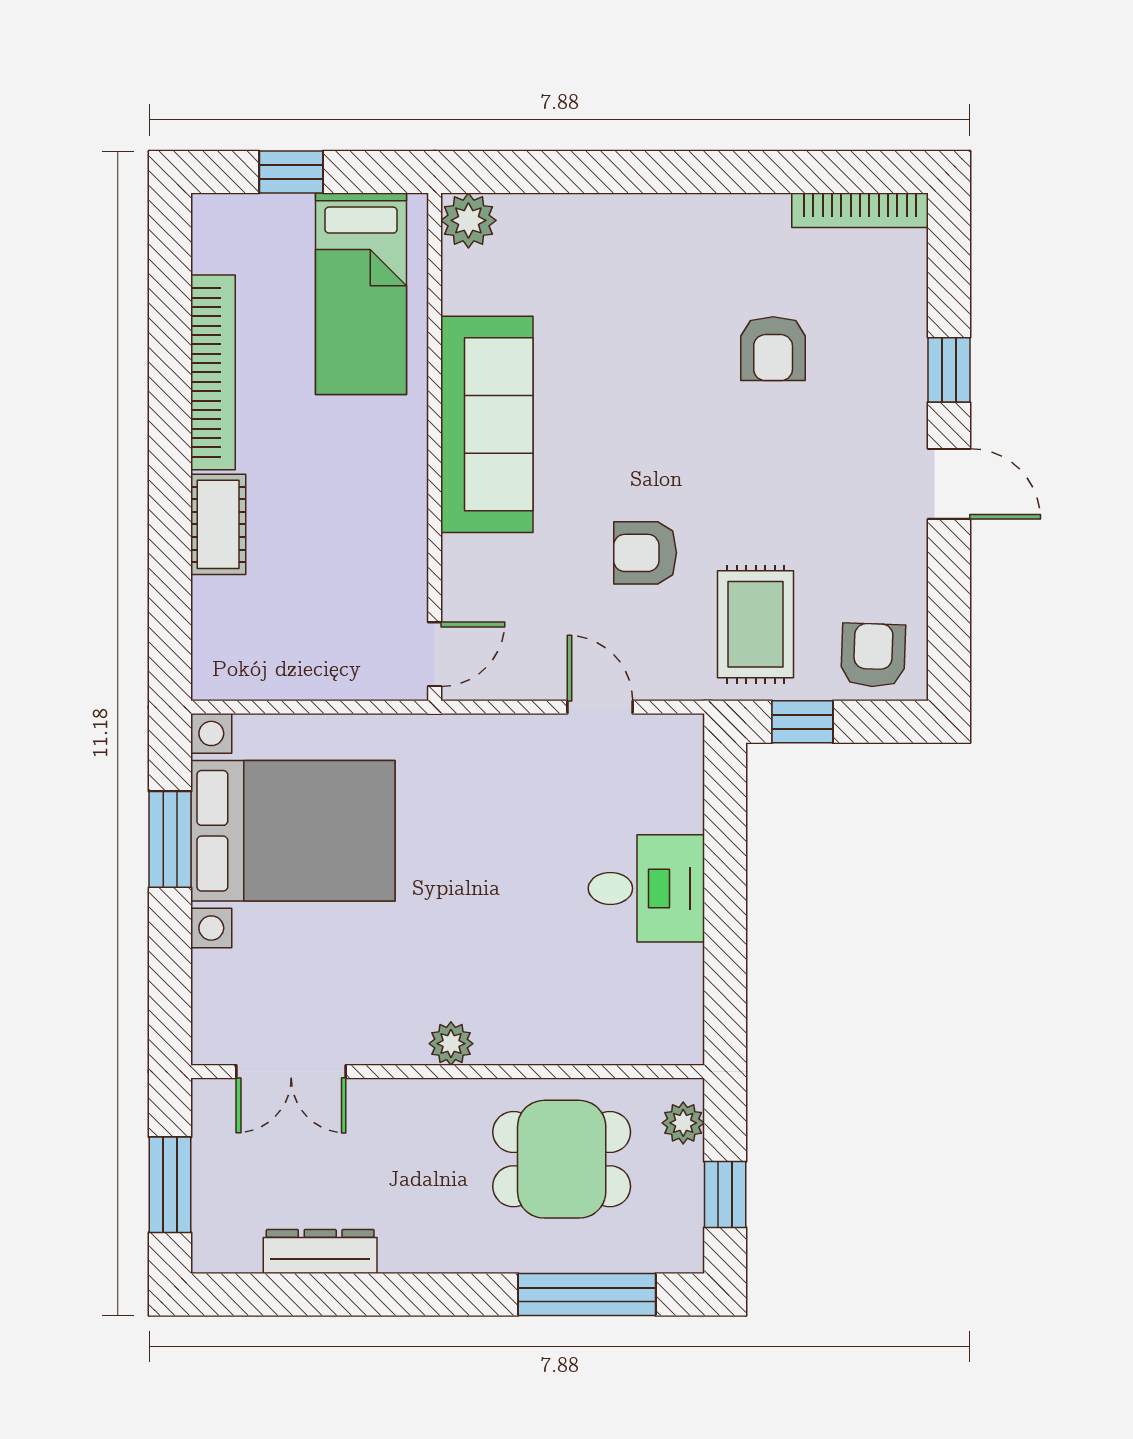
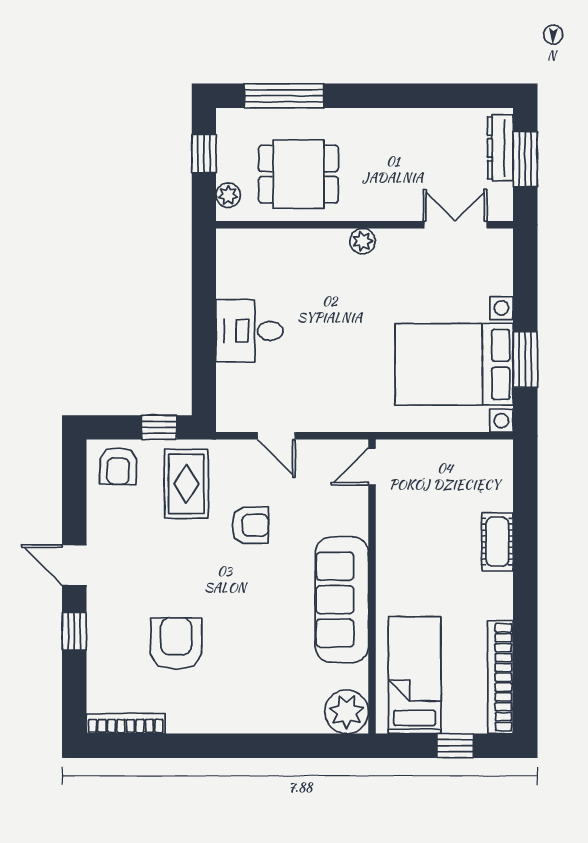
plant: (468, 220) -> (347, 712), width x1.36, depth x1.36
armchair: (773, 349) -> (176, 643), width x1.38, depth x1.38
bookcase: (213, 372) -> (500, 677), moved
dresser: (320, 1252) -> (500, 148), moved, turned 90

